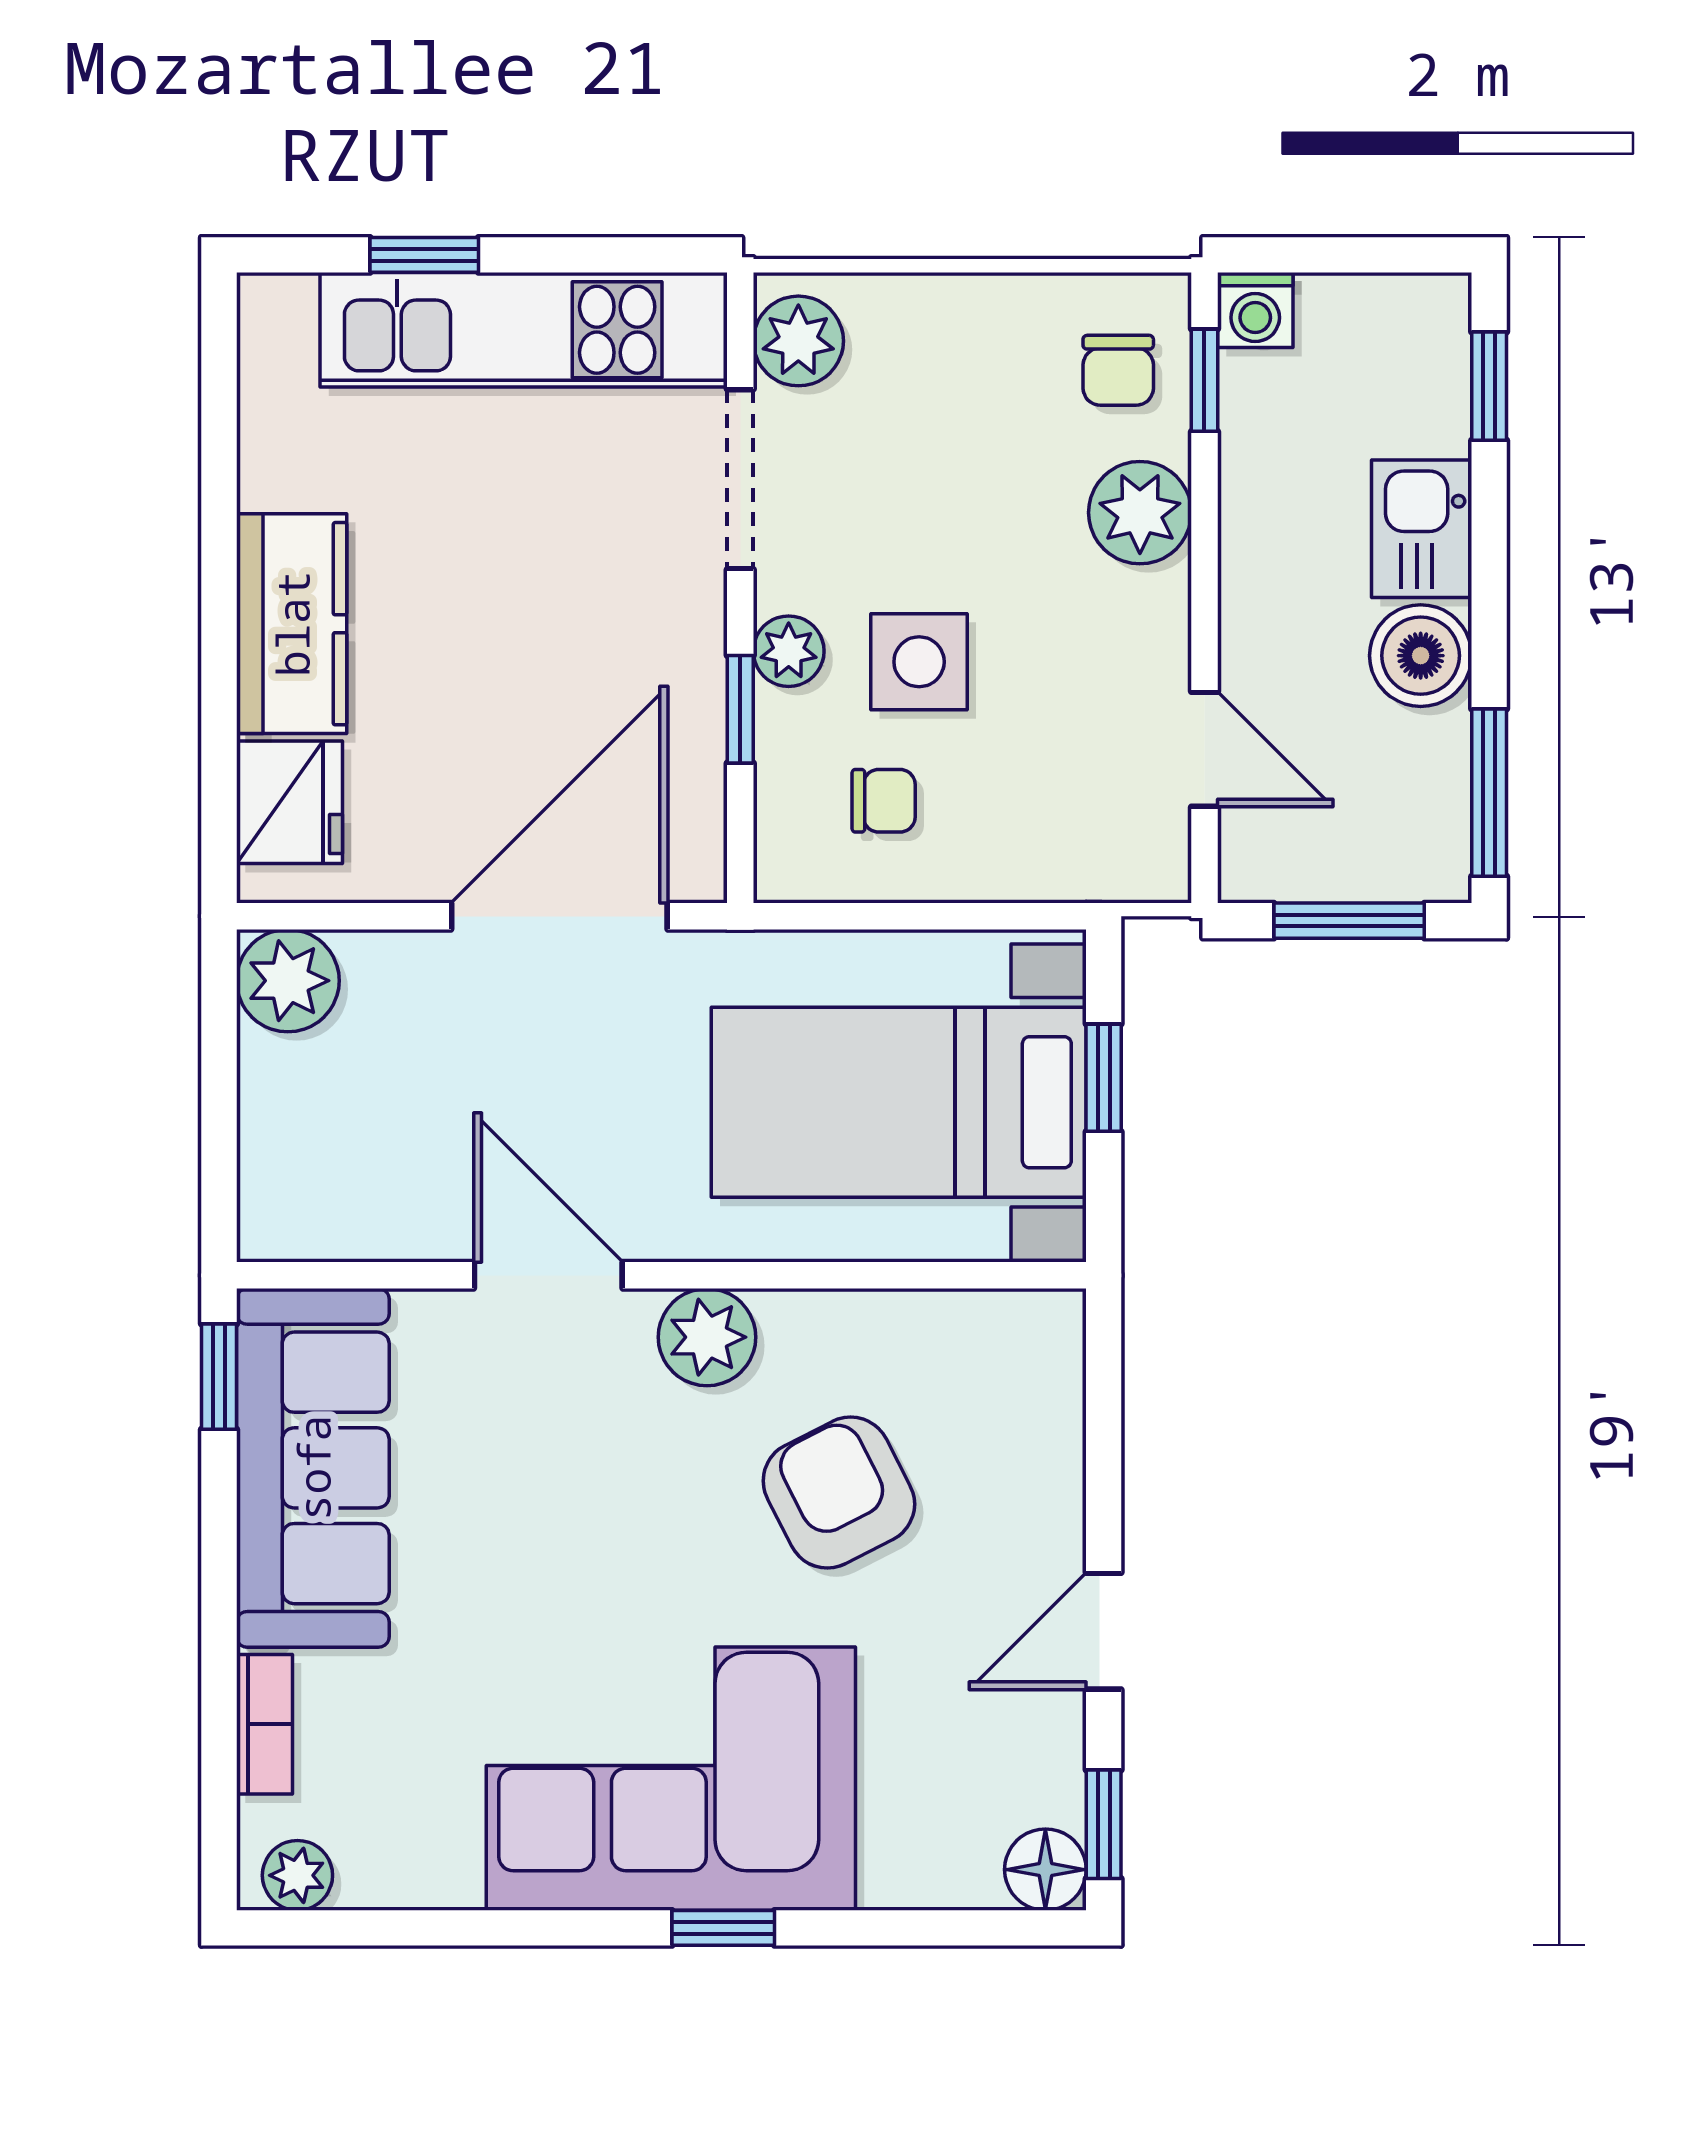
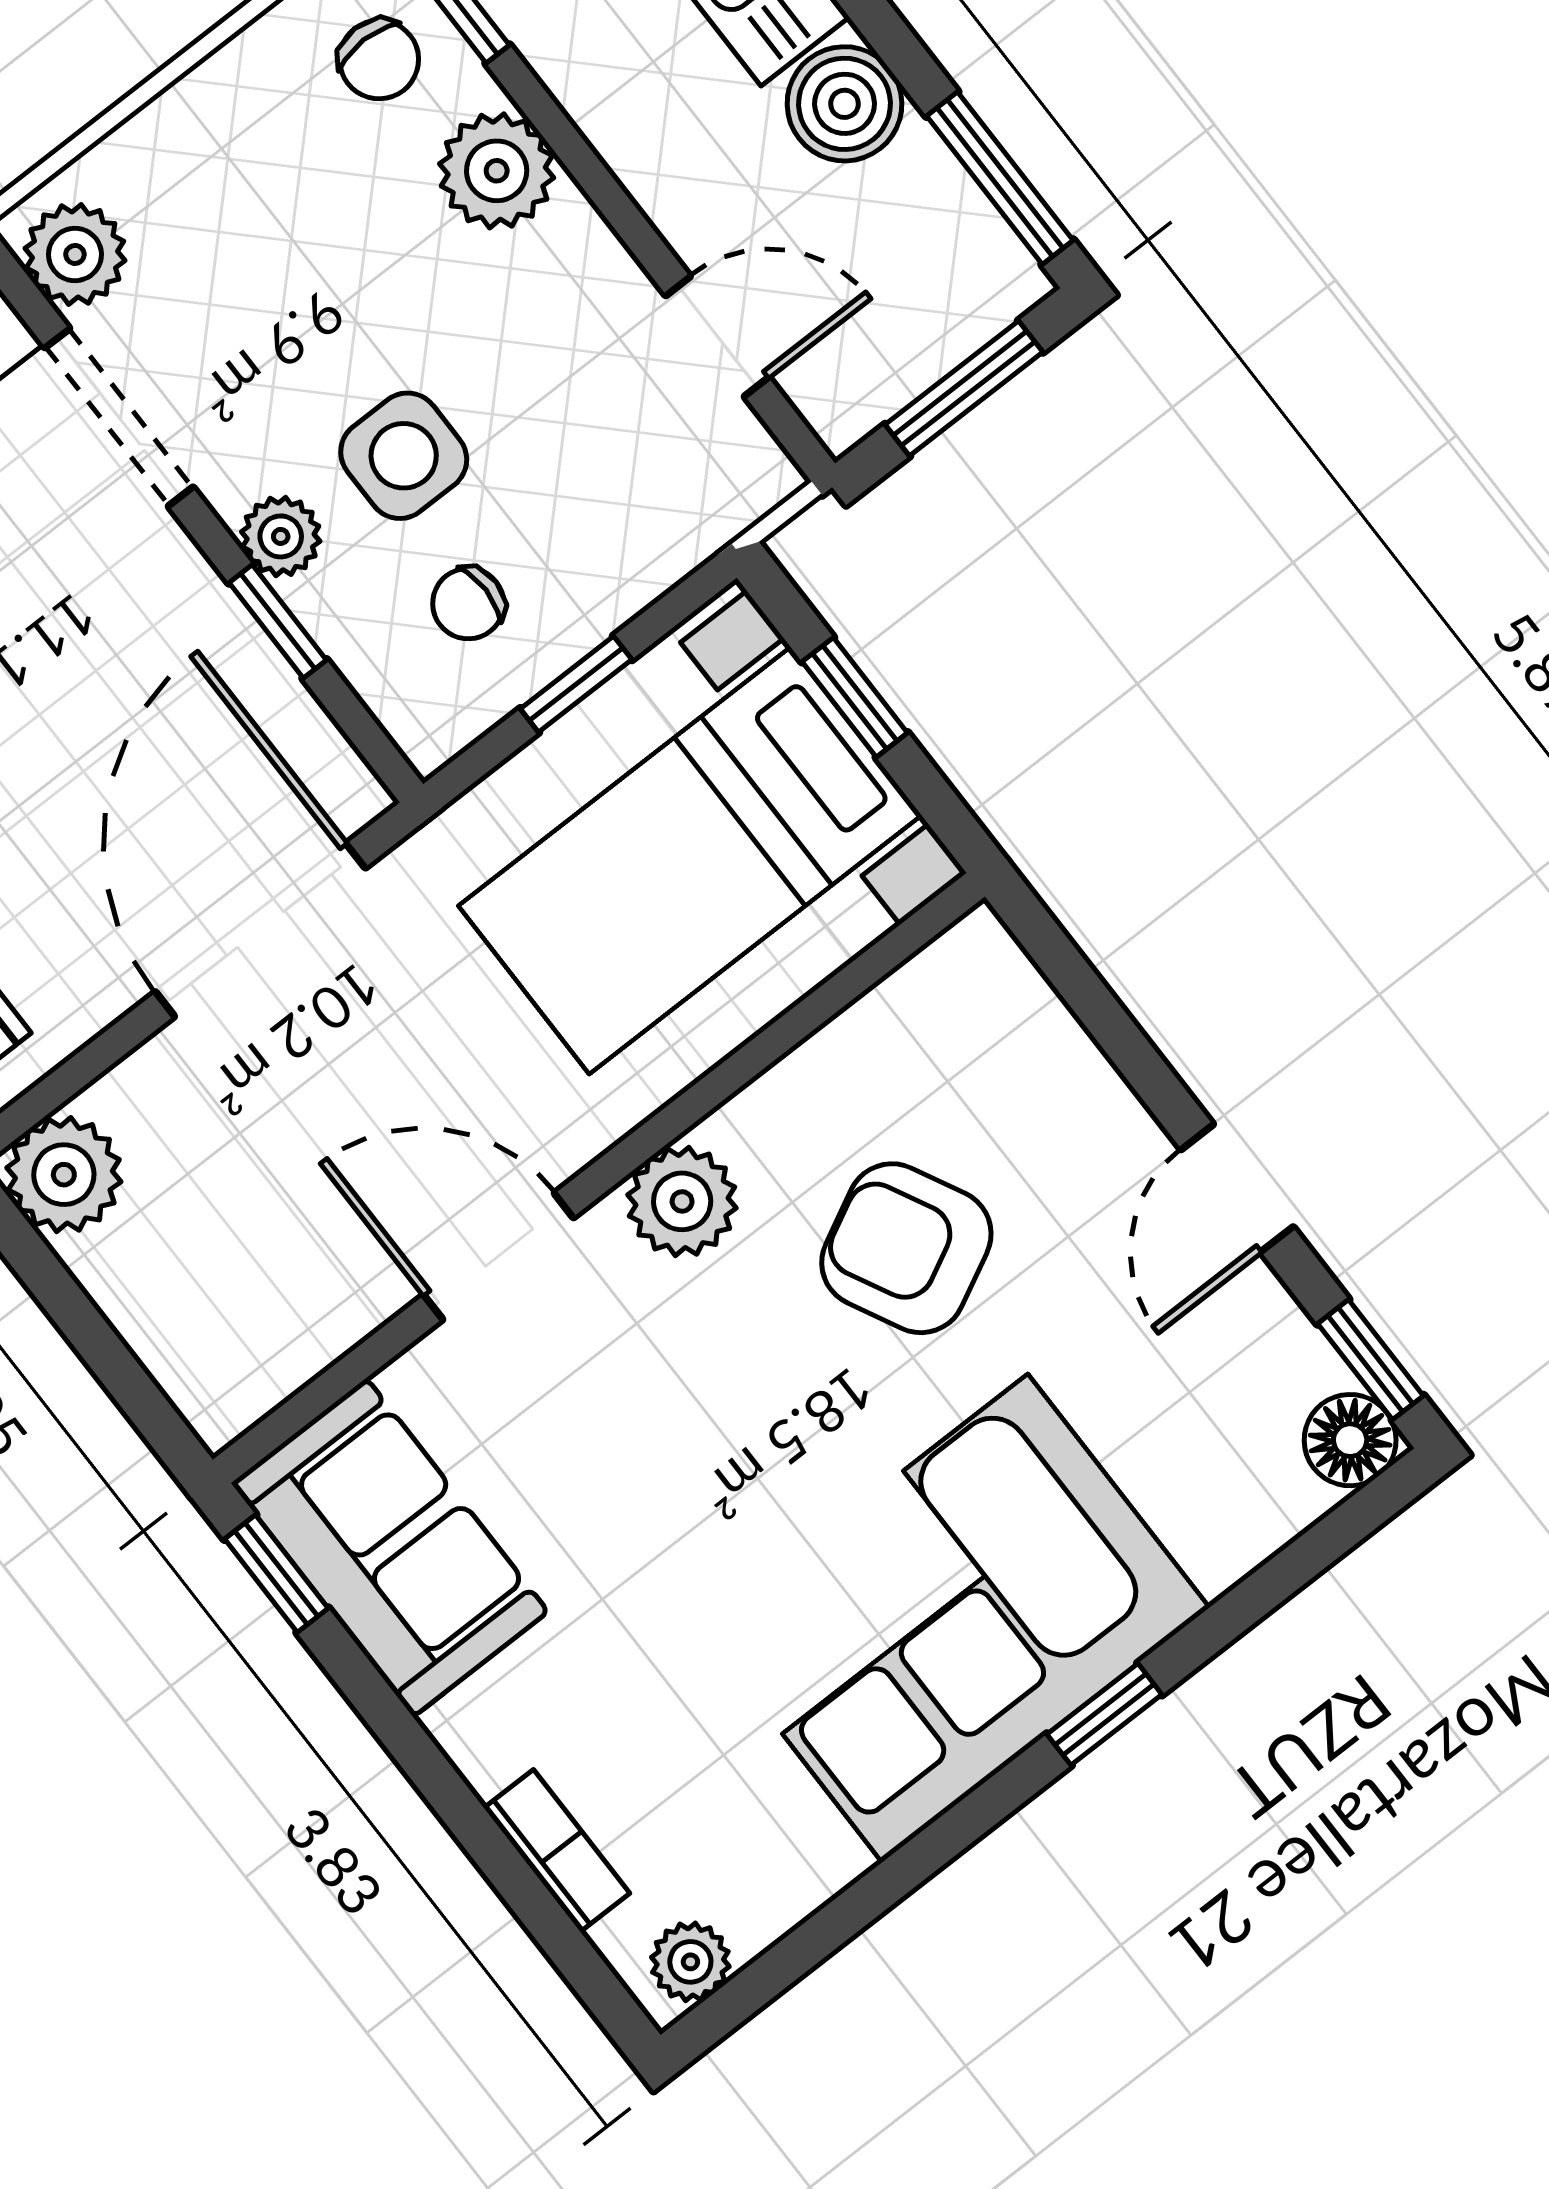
chair: (884, 801) -> (468, 604), turned 180
window: (915, 916) -> (576, 684), added
sofa: (313, 1468) -> (390, 1548), width x0.73

